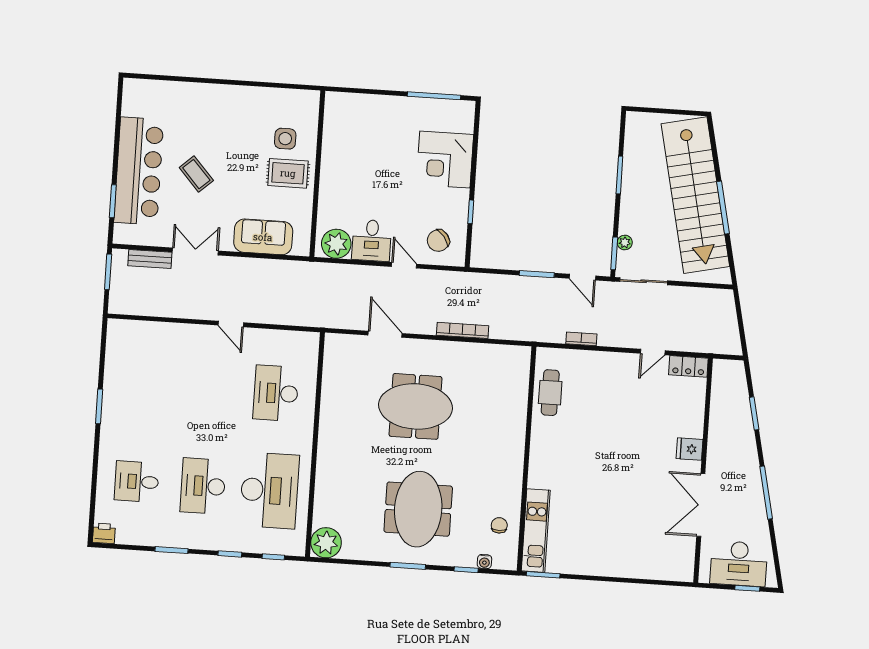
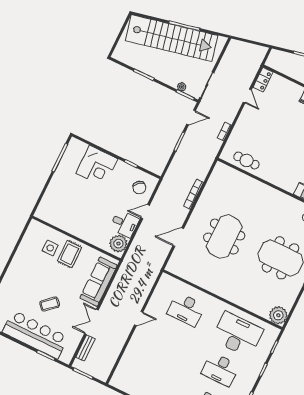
sofa: (263, 237) -> (99, 282), width x1.36

